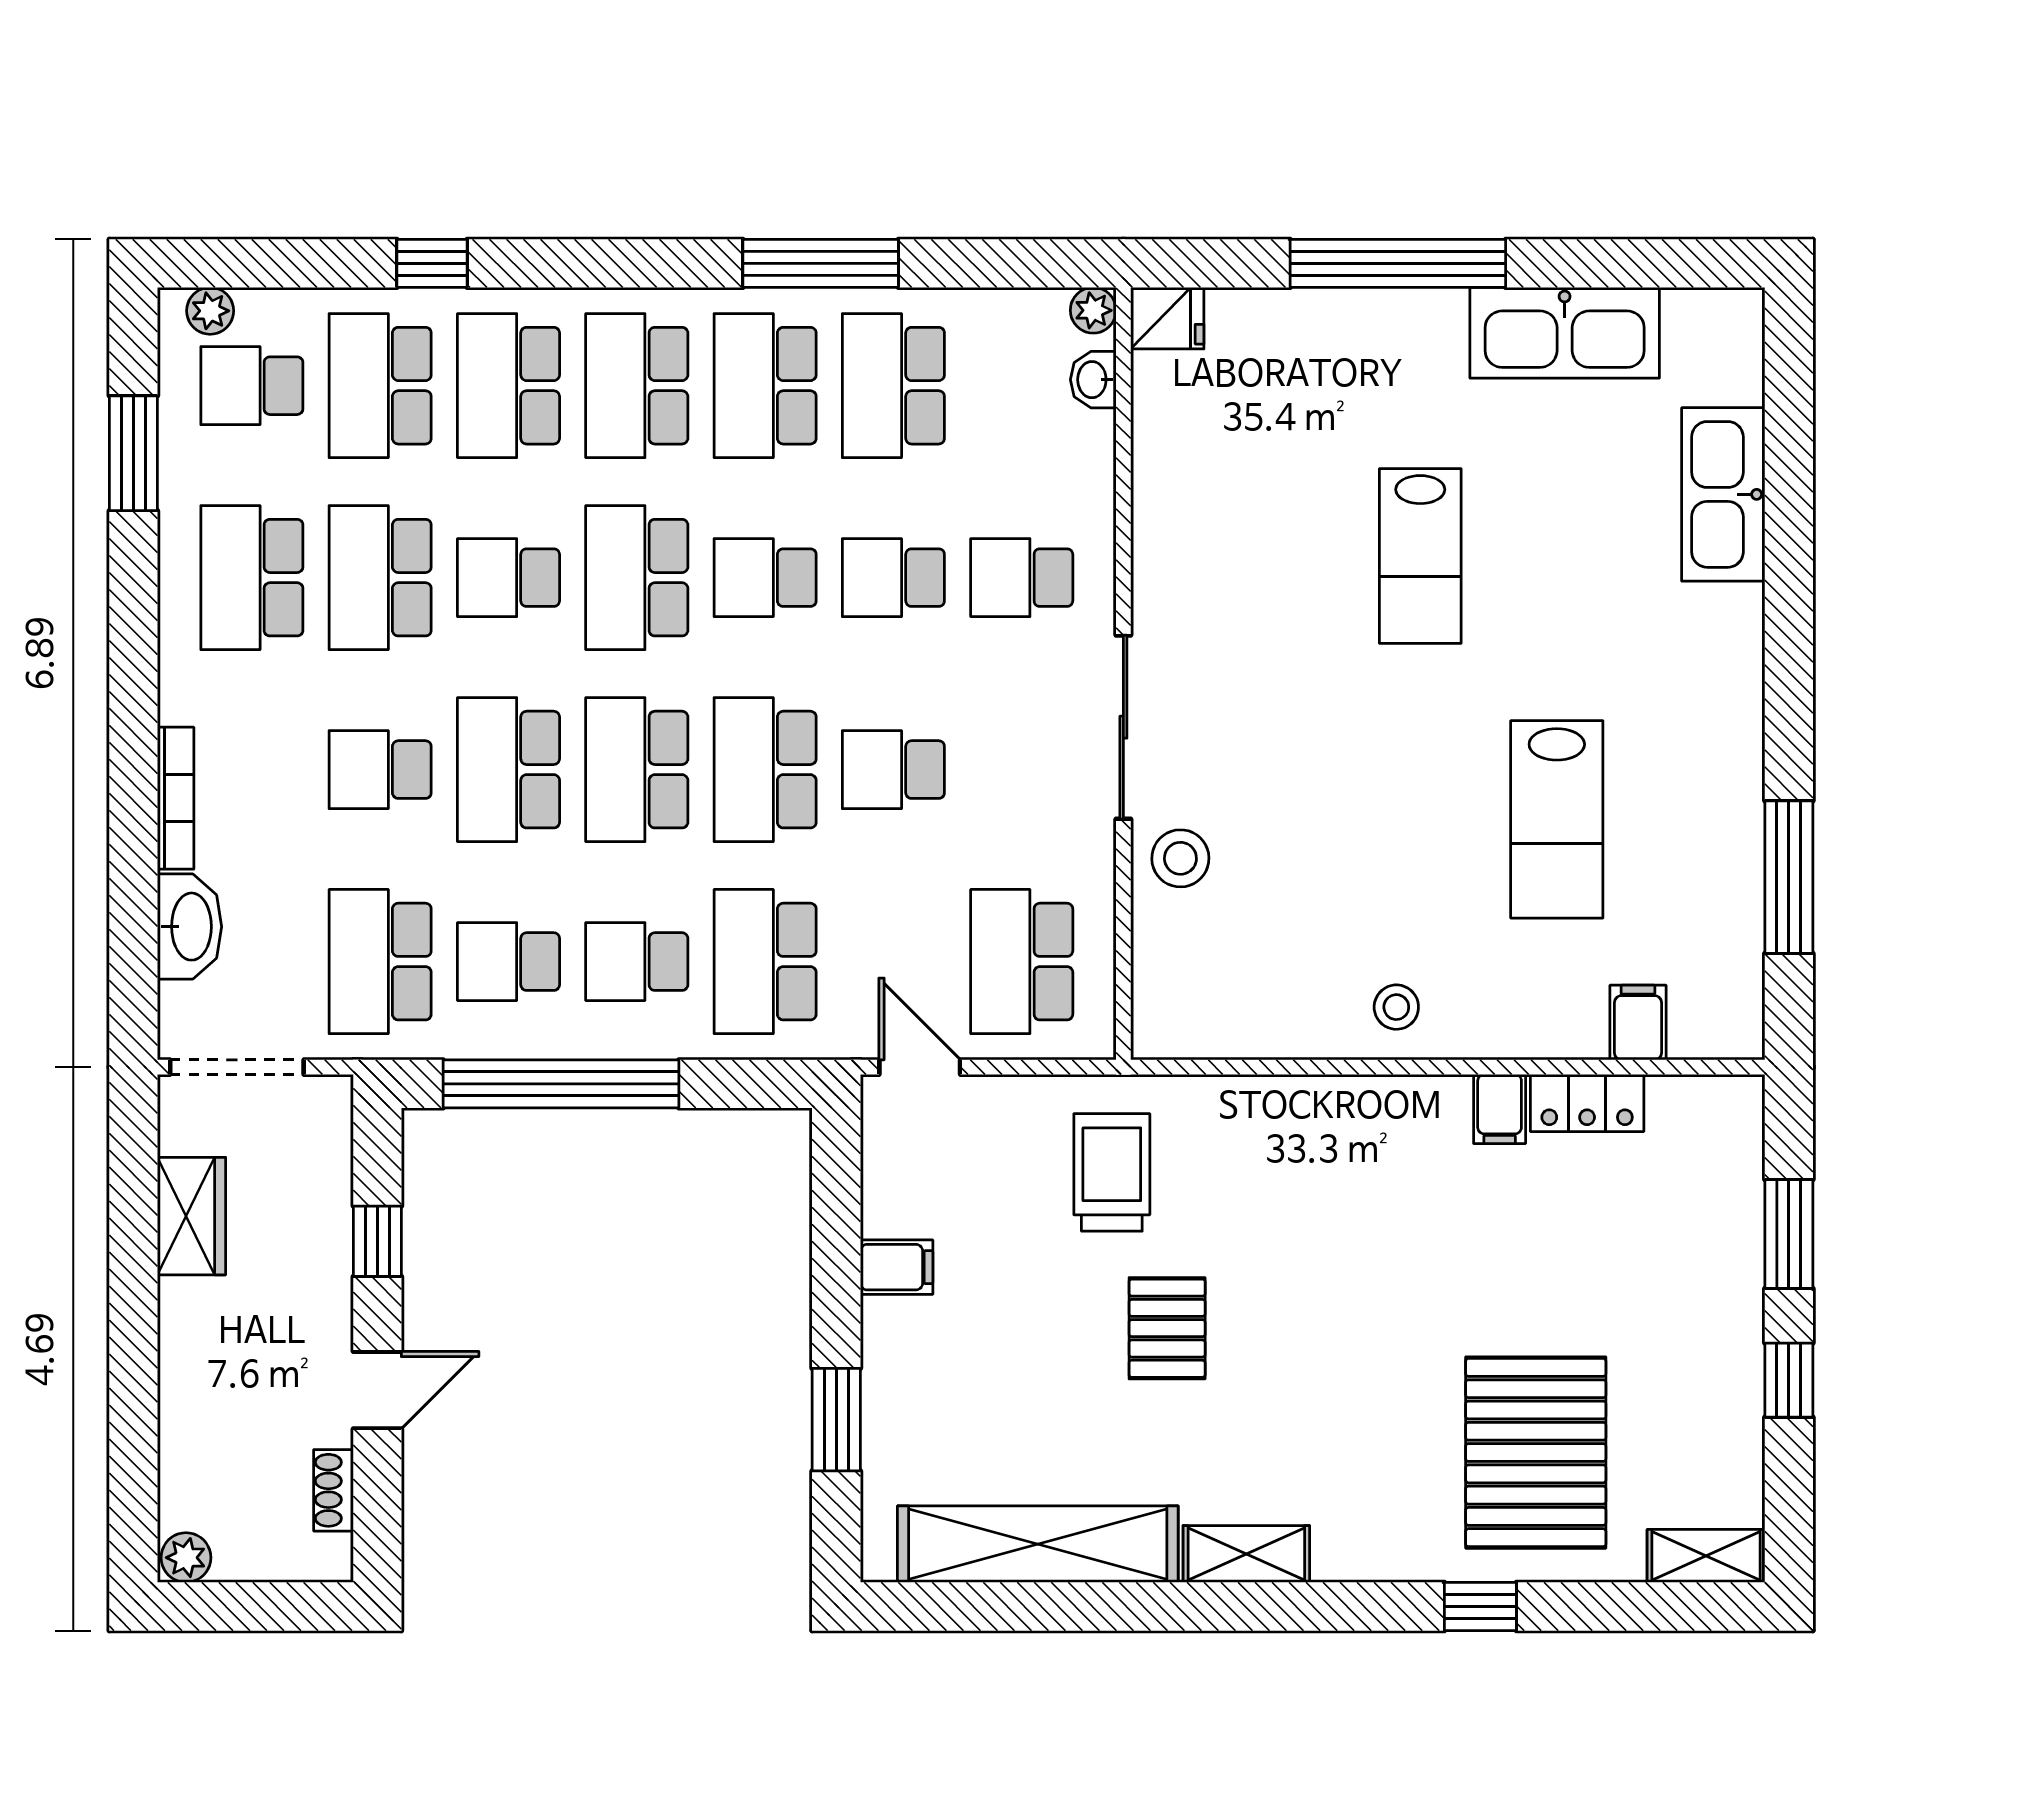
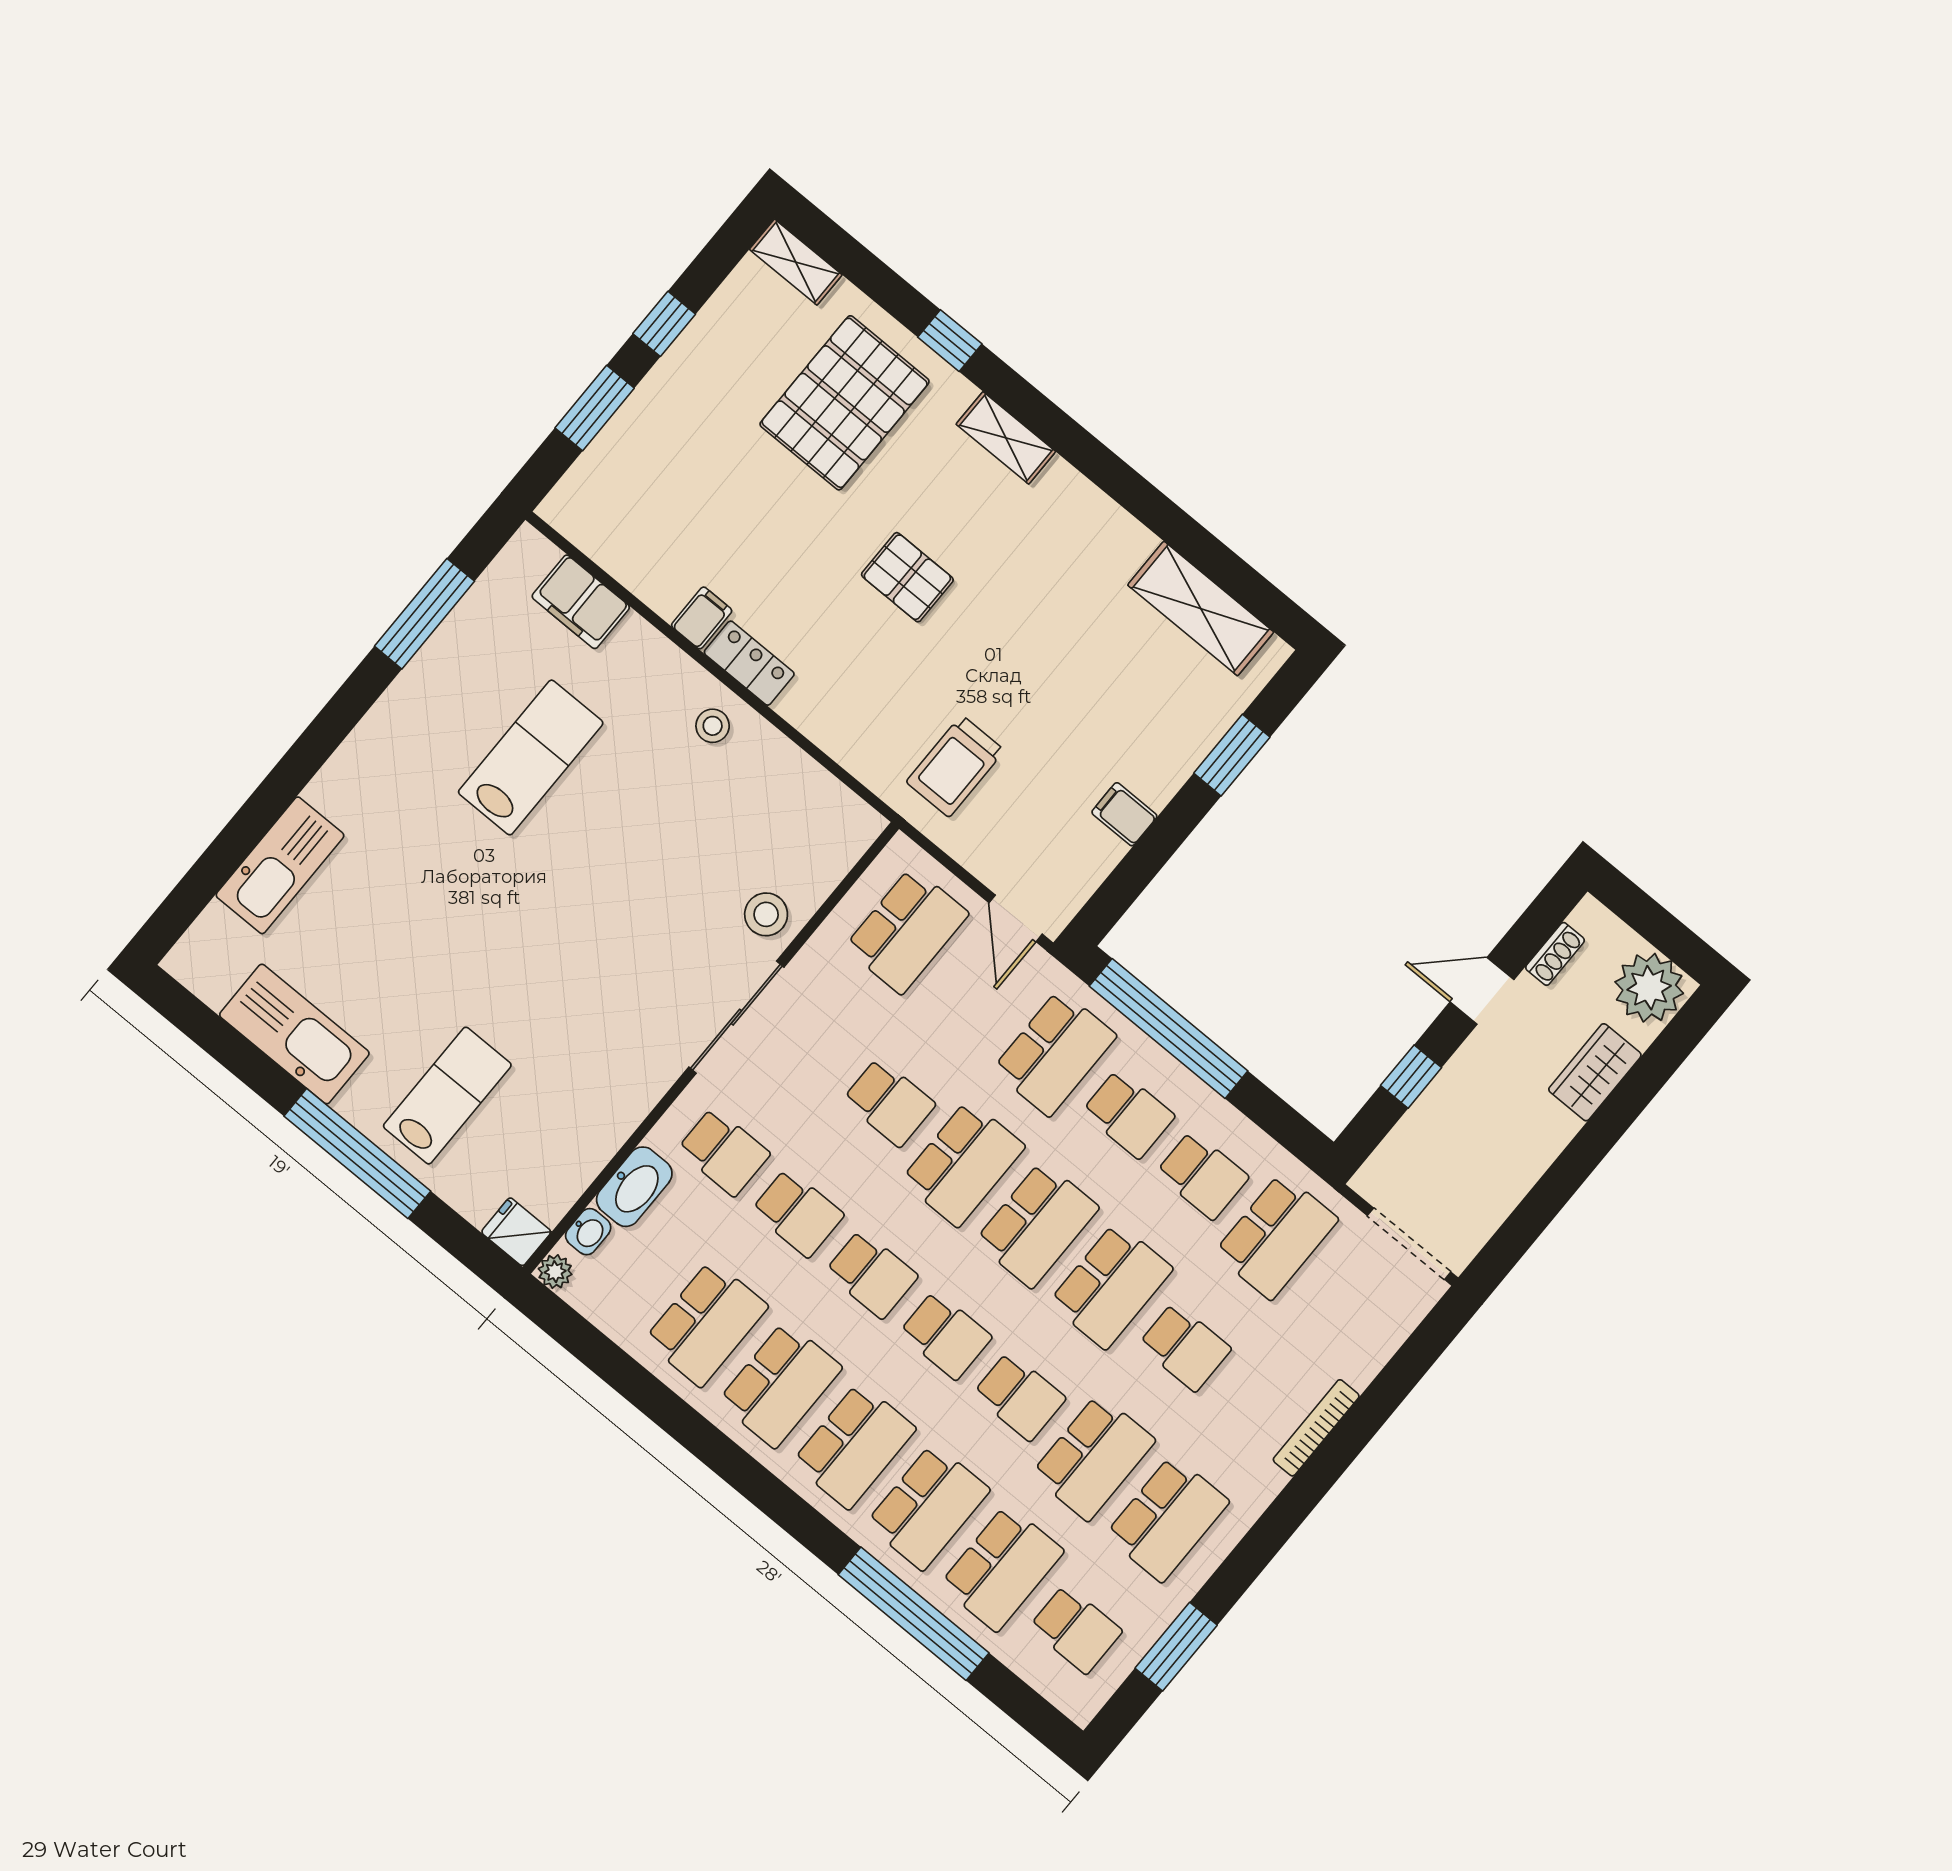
window: (432, 263) -> (914, 1614), width x3.17
window: (821, 263) -> (690, 1429), removed
plant: (210, 311) -> (1064, 1692), removed
lab bench: (1420, 556) -> (447, 1096), moved
school desk: (637, 578) -> (945, 1335), width x0.54
washbasin: (190, 927) -> (634, 1187), moved, turned 180
filing cabinet: (1638, 1022) -> (581, 602), width x2.00
window: (561, 1084) -> (1169, 1029), moved
locker: (1587, 1103) -> (749, 663), moved
wardrobe: (192, 1216) -> (1595, 1072), moved
pallet: (1167, 1328) -> (907, 577), moved, turned 90
shelving: (1038, 1544) -> (1201, 609), width x0.68
shelving: (1246, 1554) -> (1006, 438), moved
plant: (186, 1558) -> (1649, 988), width x1.88, depth x1.88

